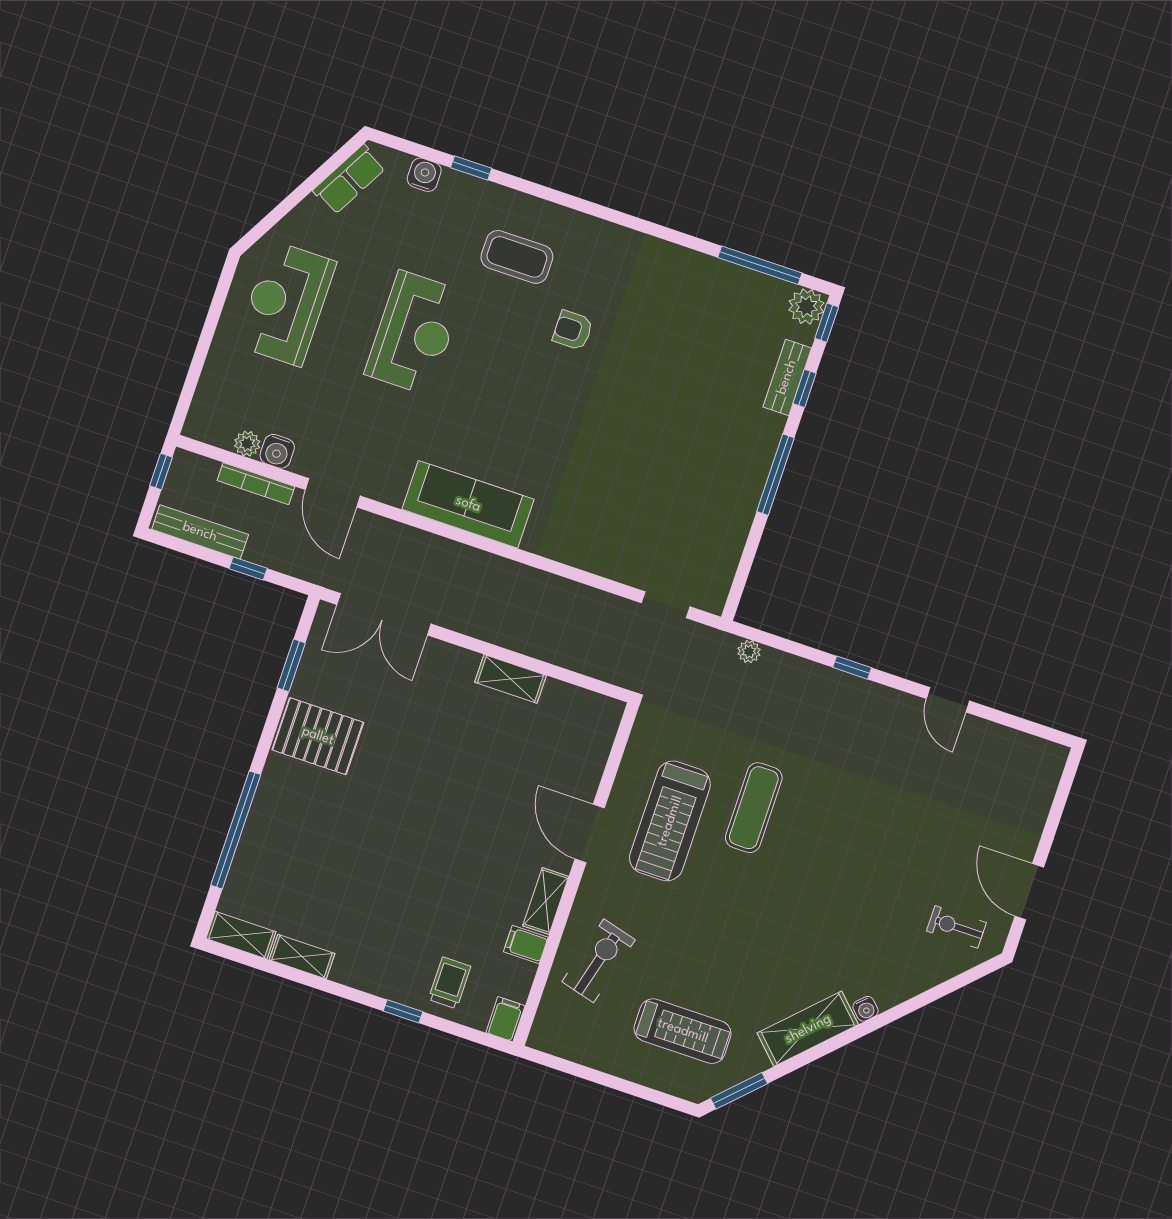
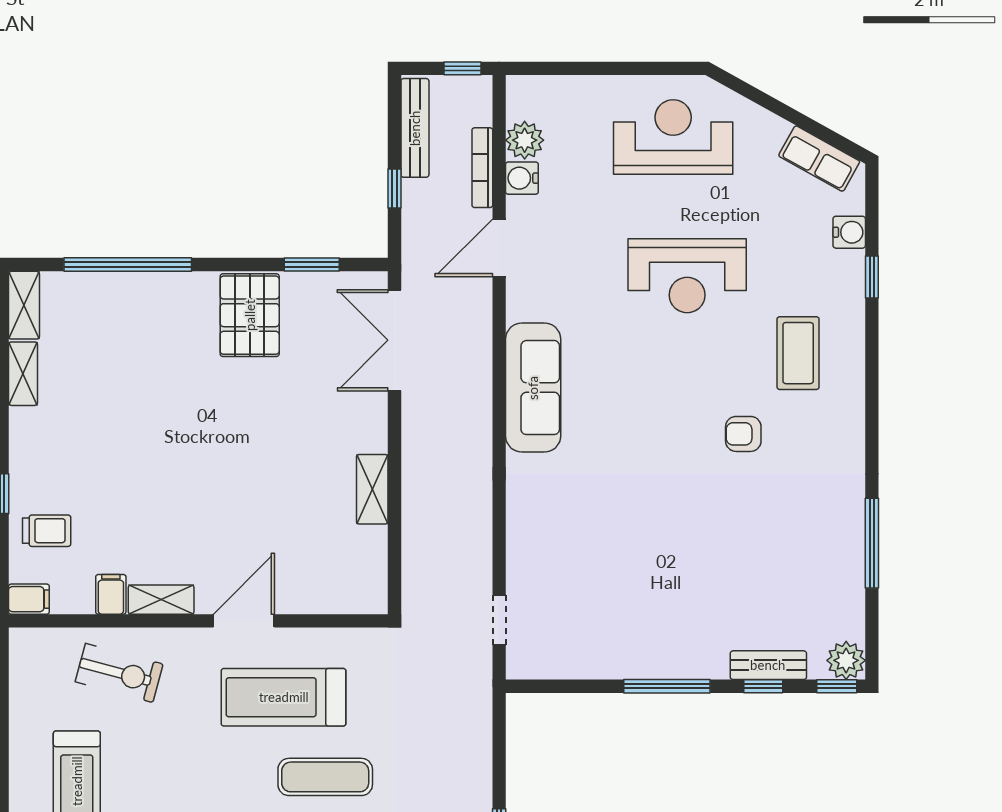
window: (760, 265) -> (872, 543), moved
armchair: (573, 330) -> (743, 434), turned -90
plant: (247, 444) -> (525, 140), width x1.38, depth x1.38
plant: (749, 652) -> (480, 719), removed

